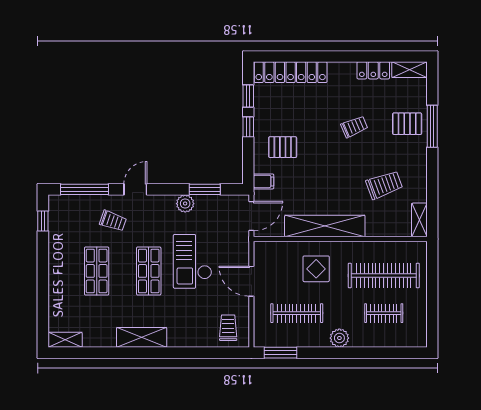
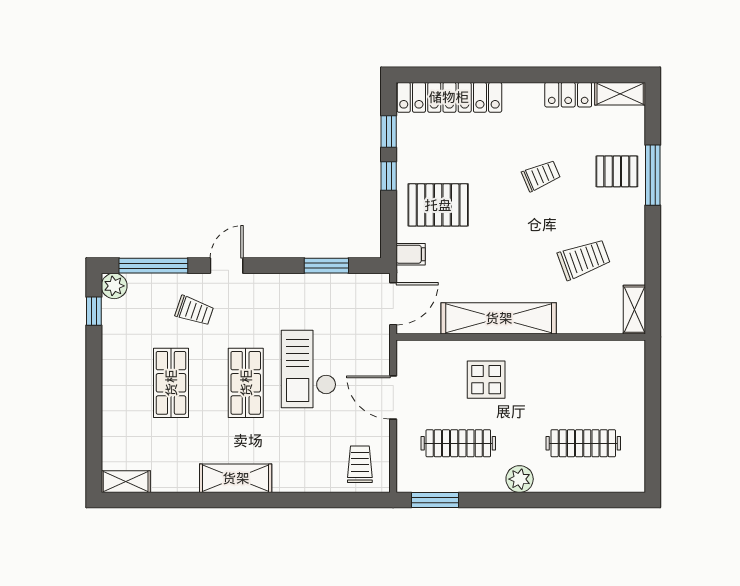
pallet: (283, 147) -> (438, 205), width x1.50, depth x1.42
plant: (185, 204) -> (114, 286), moved
clothes rail: (384, 275) -> (583, 389), removed
clothes rail: (384, 313) -> (583, 443), width x1.36

